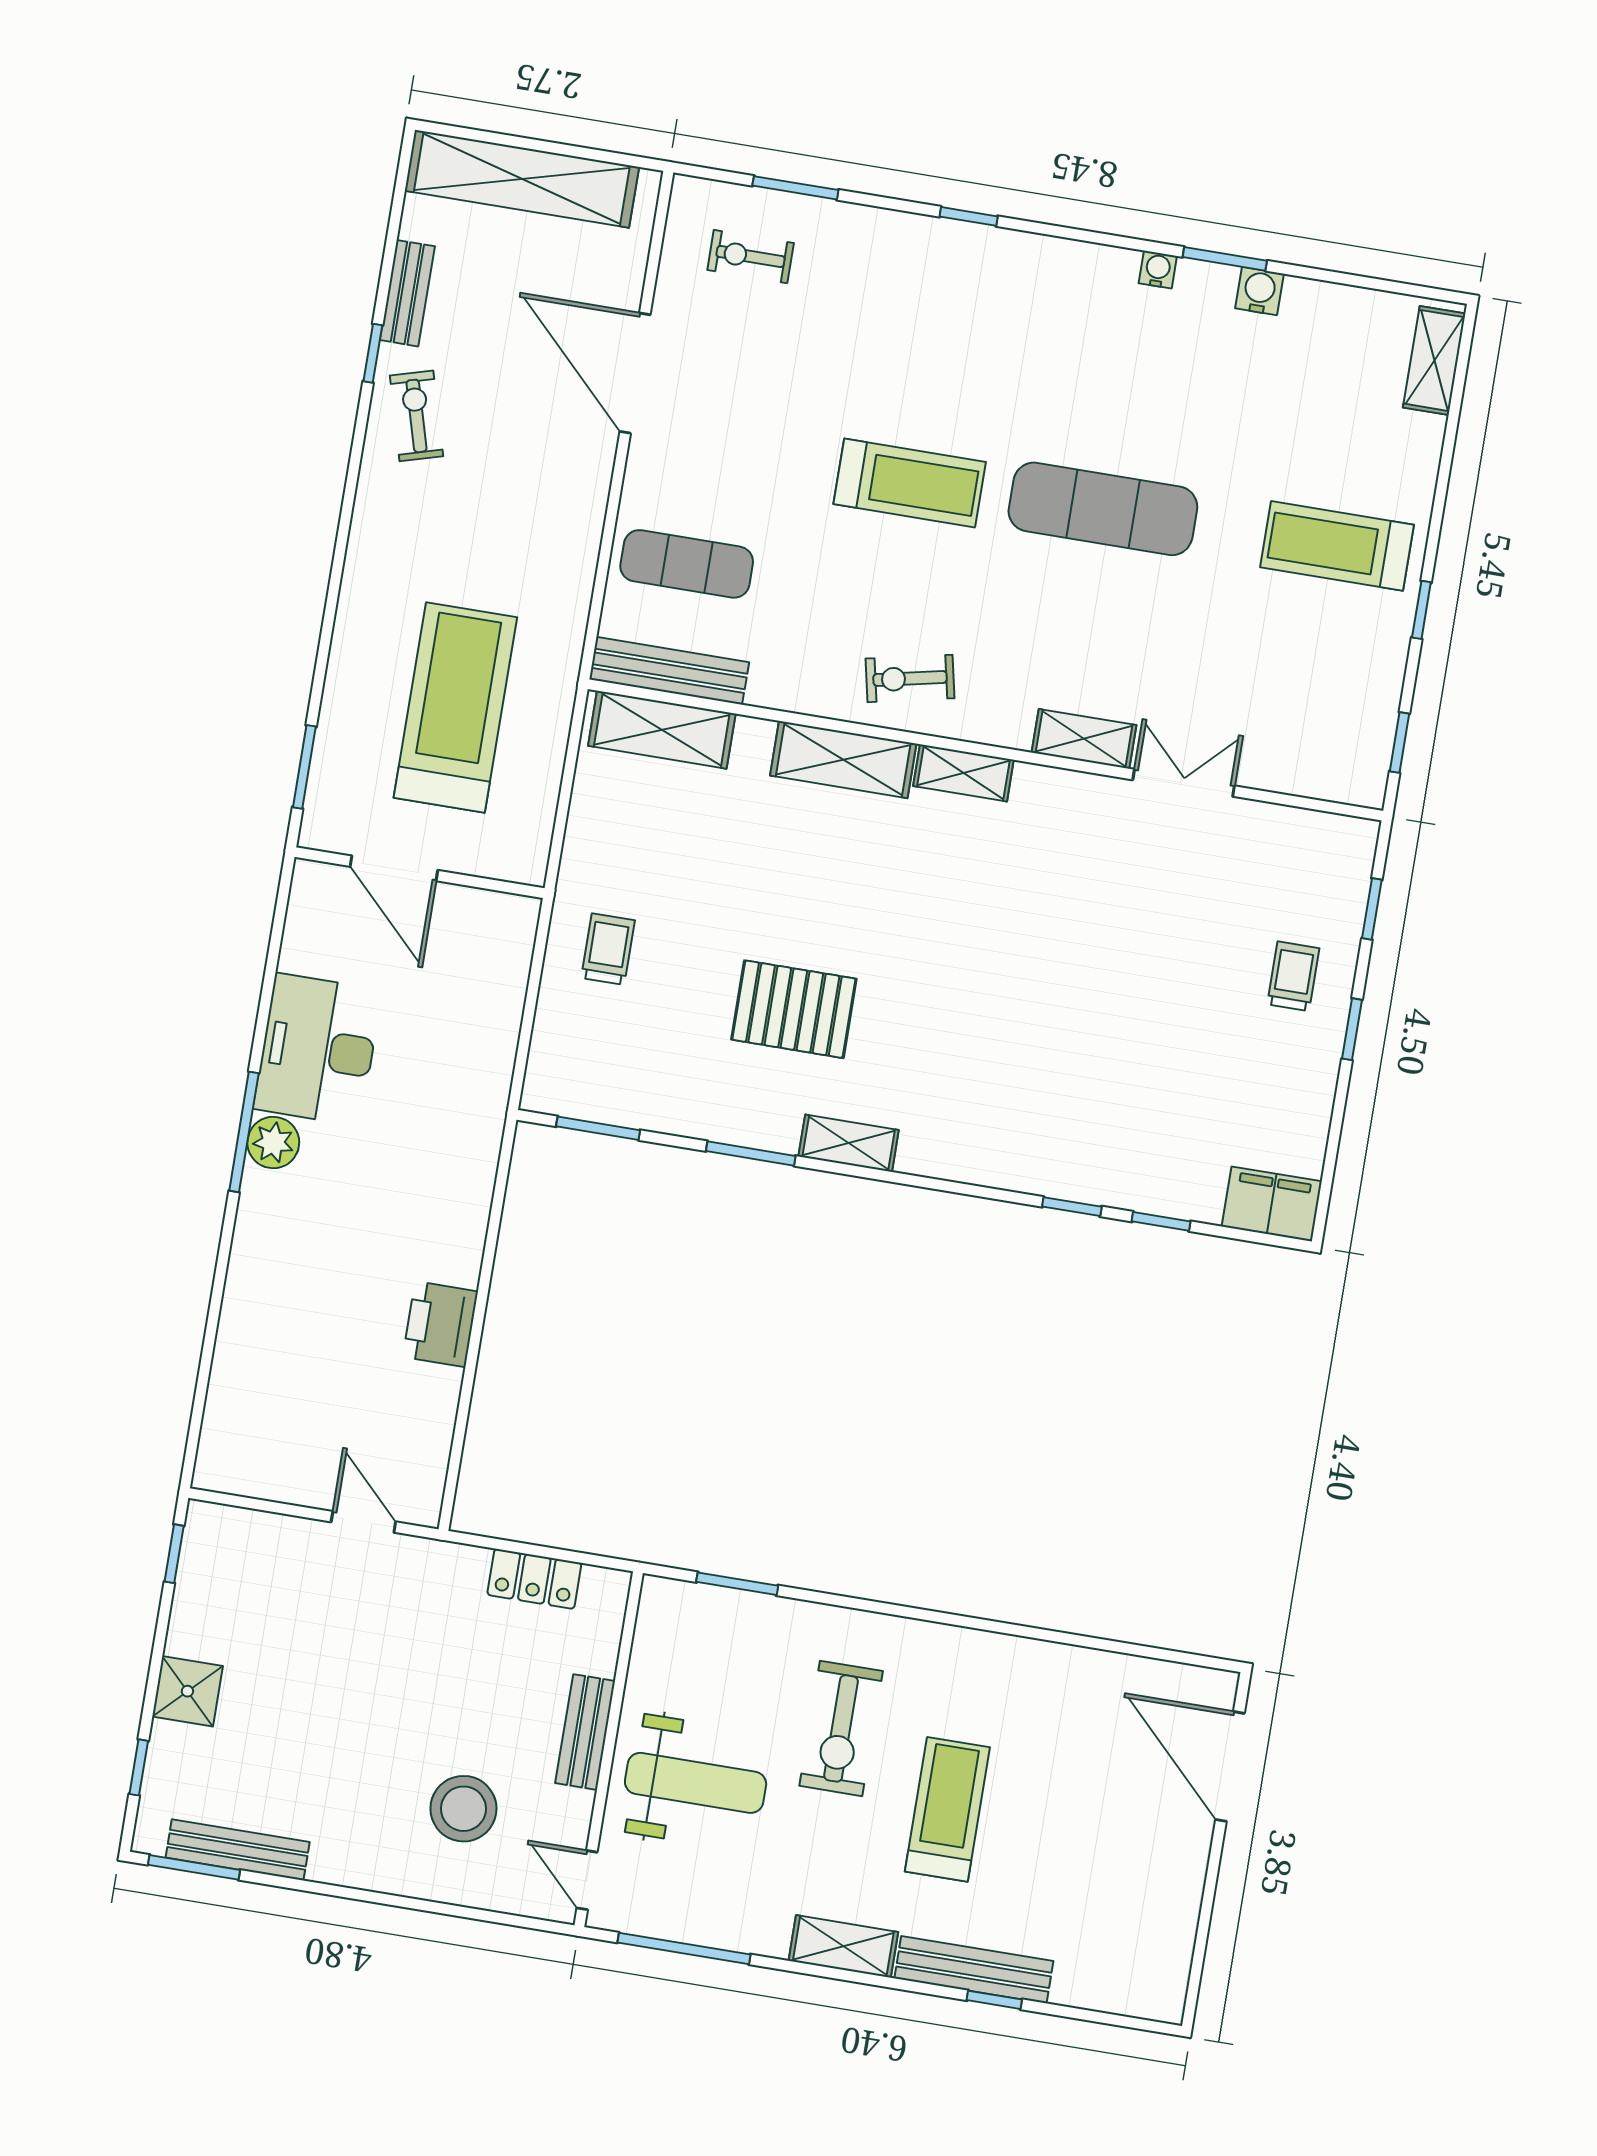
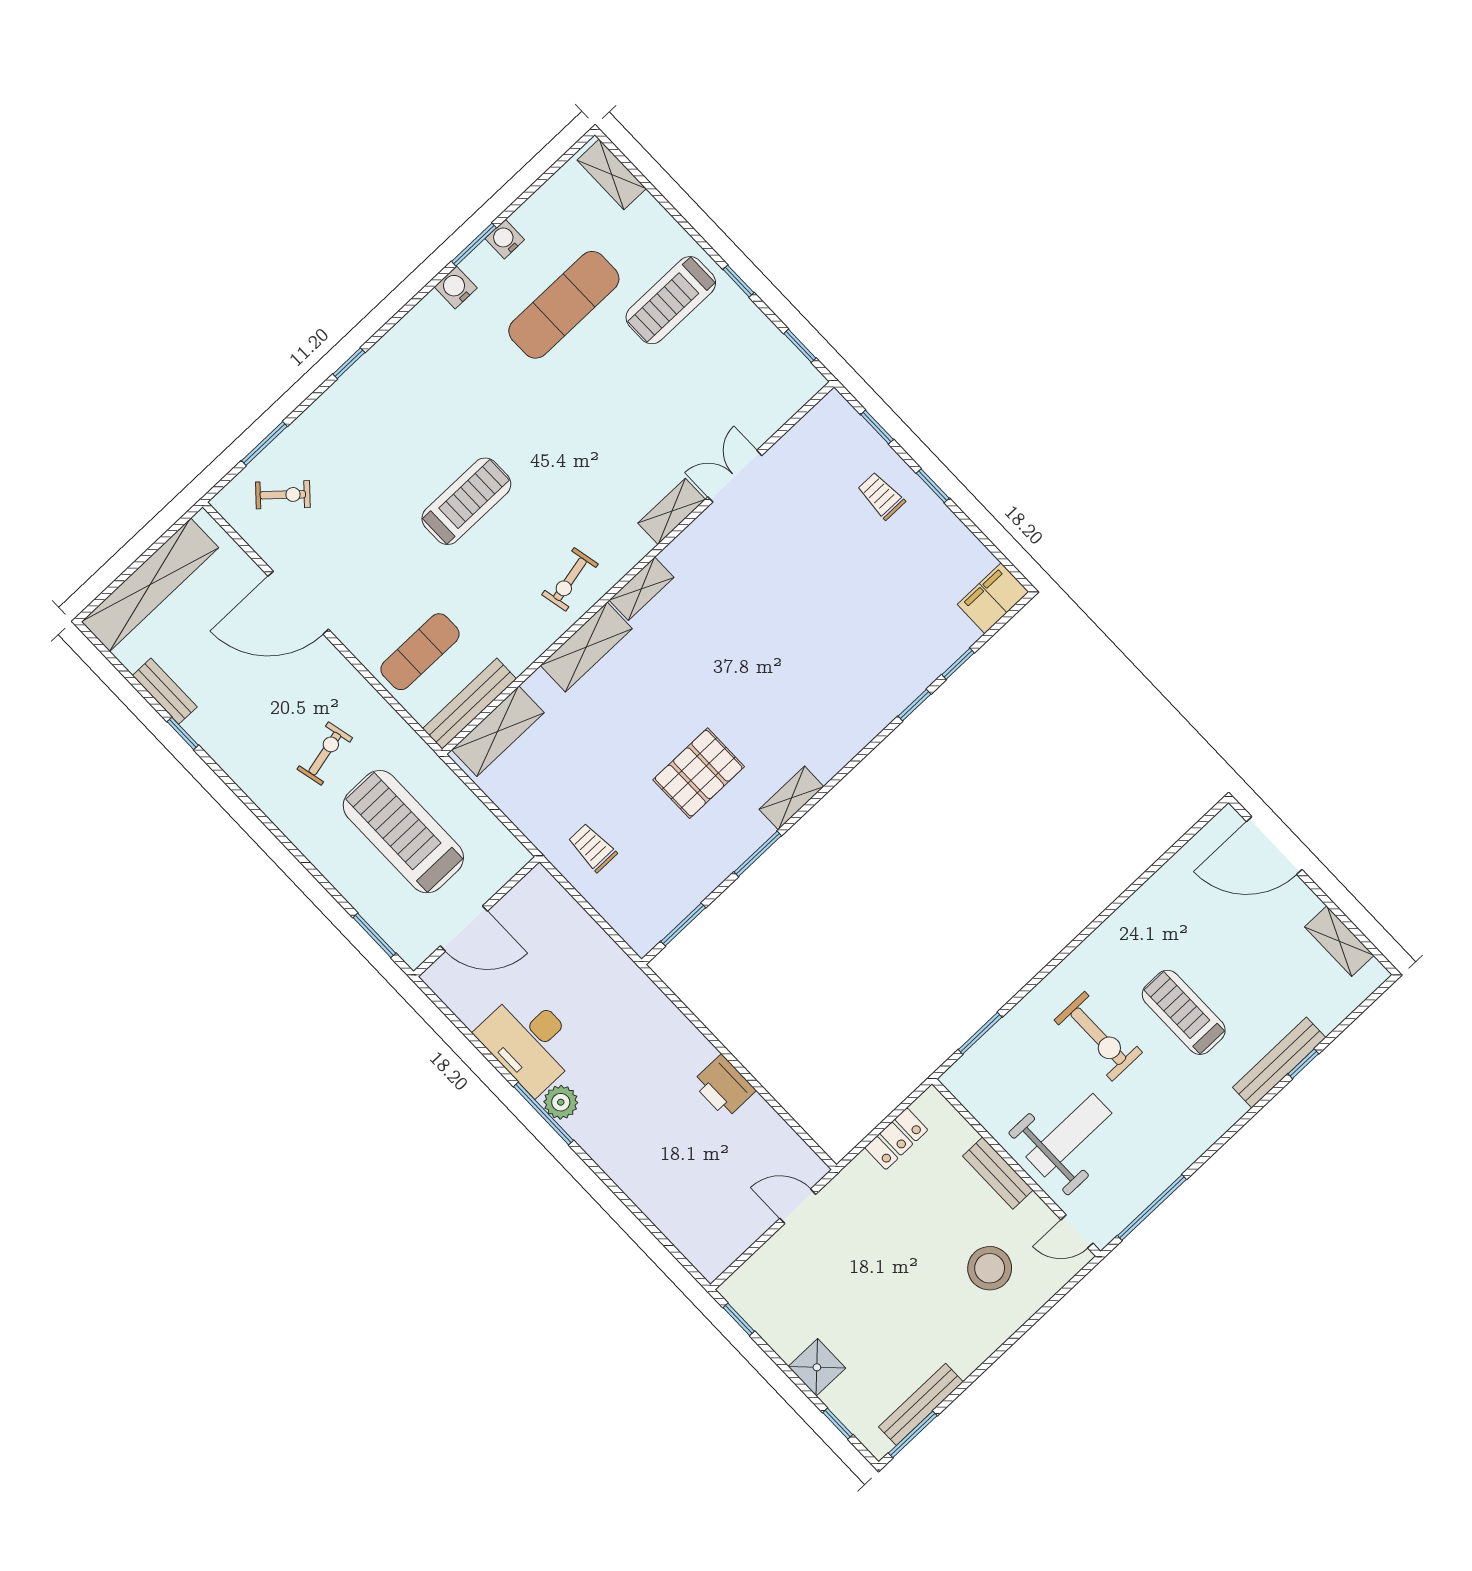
exercise bike: (751, 257) -> (283, 495), turned -138
water cooler: (1158, 270) -> (456, 287), width x1.38, depth x1.38
exercise bike: (416, 416) -> (325, 754), moved, turned 93
exercise mat: (1103, 509) -> (564, 305), moved
shelving: (843, 1946) -> (1339, 941), moved, turned 90

